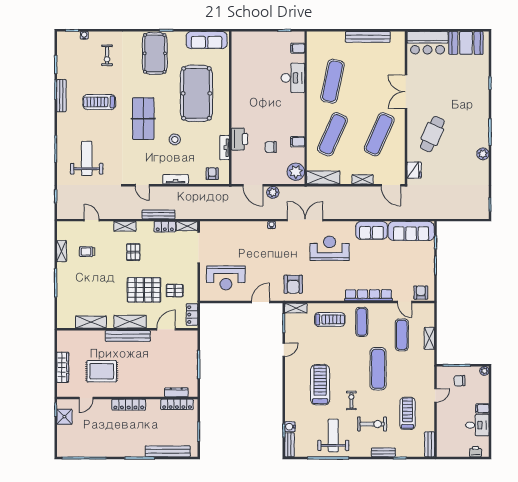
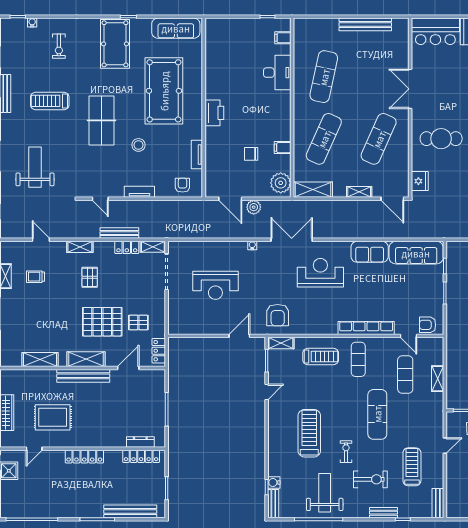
cafe table: (432, 134) -> (441, 139), turned 66
printer: (239, 139) -> (214, 113), moved
reception desk: (226, 278) -> (215, 285), moved
armchair: (421, 293) -> (428, 325), turned -90

